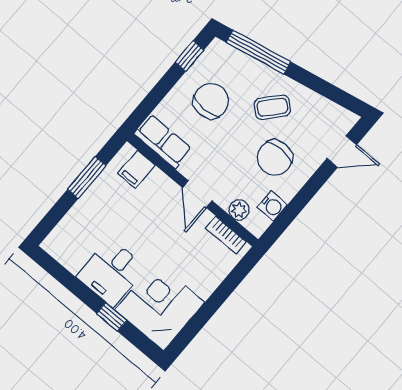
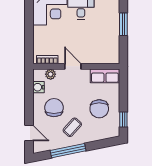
window: (259, 52) -> (68, 151), moved
door: (342, 152) -> (29, 133), swing flipped
filing cabinet: (136, 169) -> (106, 56), removed
window: (87, 178) -> (123, 24), moved

